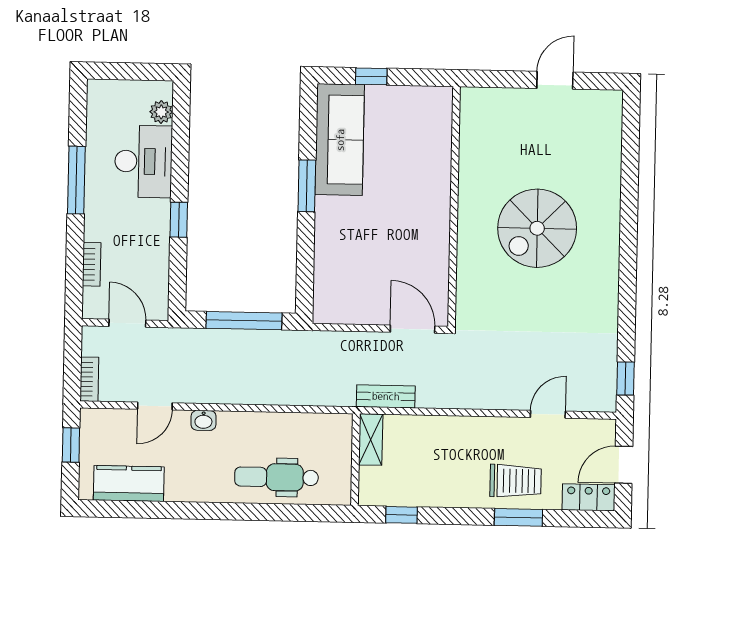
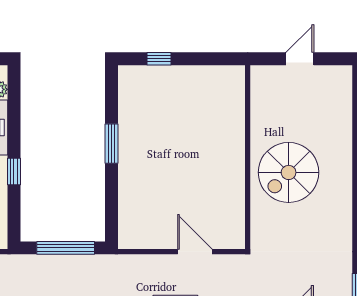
sofa: (340, 140) -> (136, 108), removed
wall: (454, 207) -> (248, 157), moved

